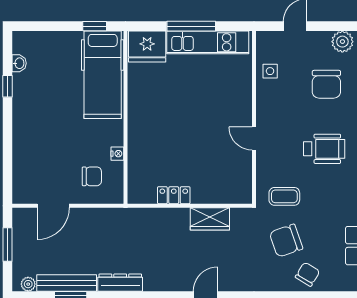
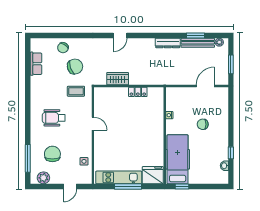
chair: (92, 176) -> (203, 124), moved

